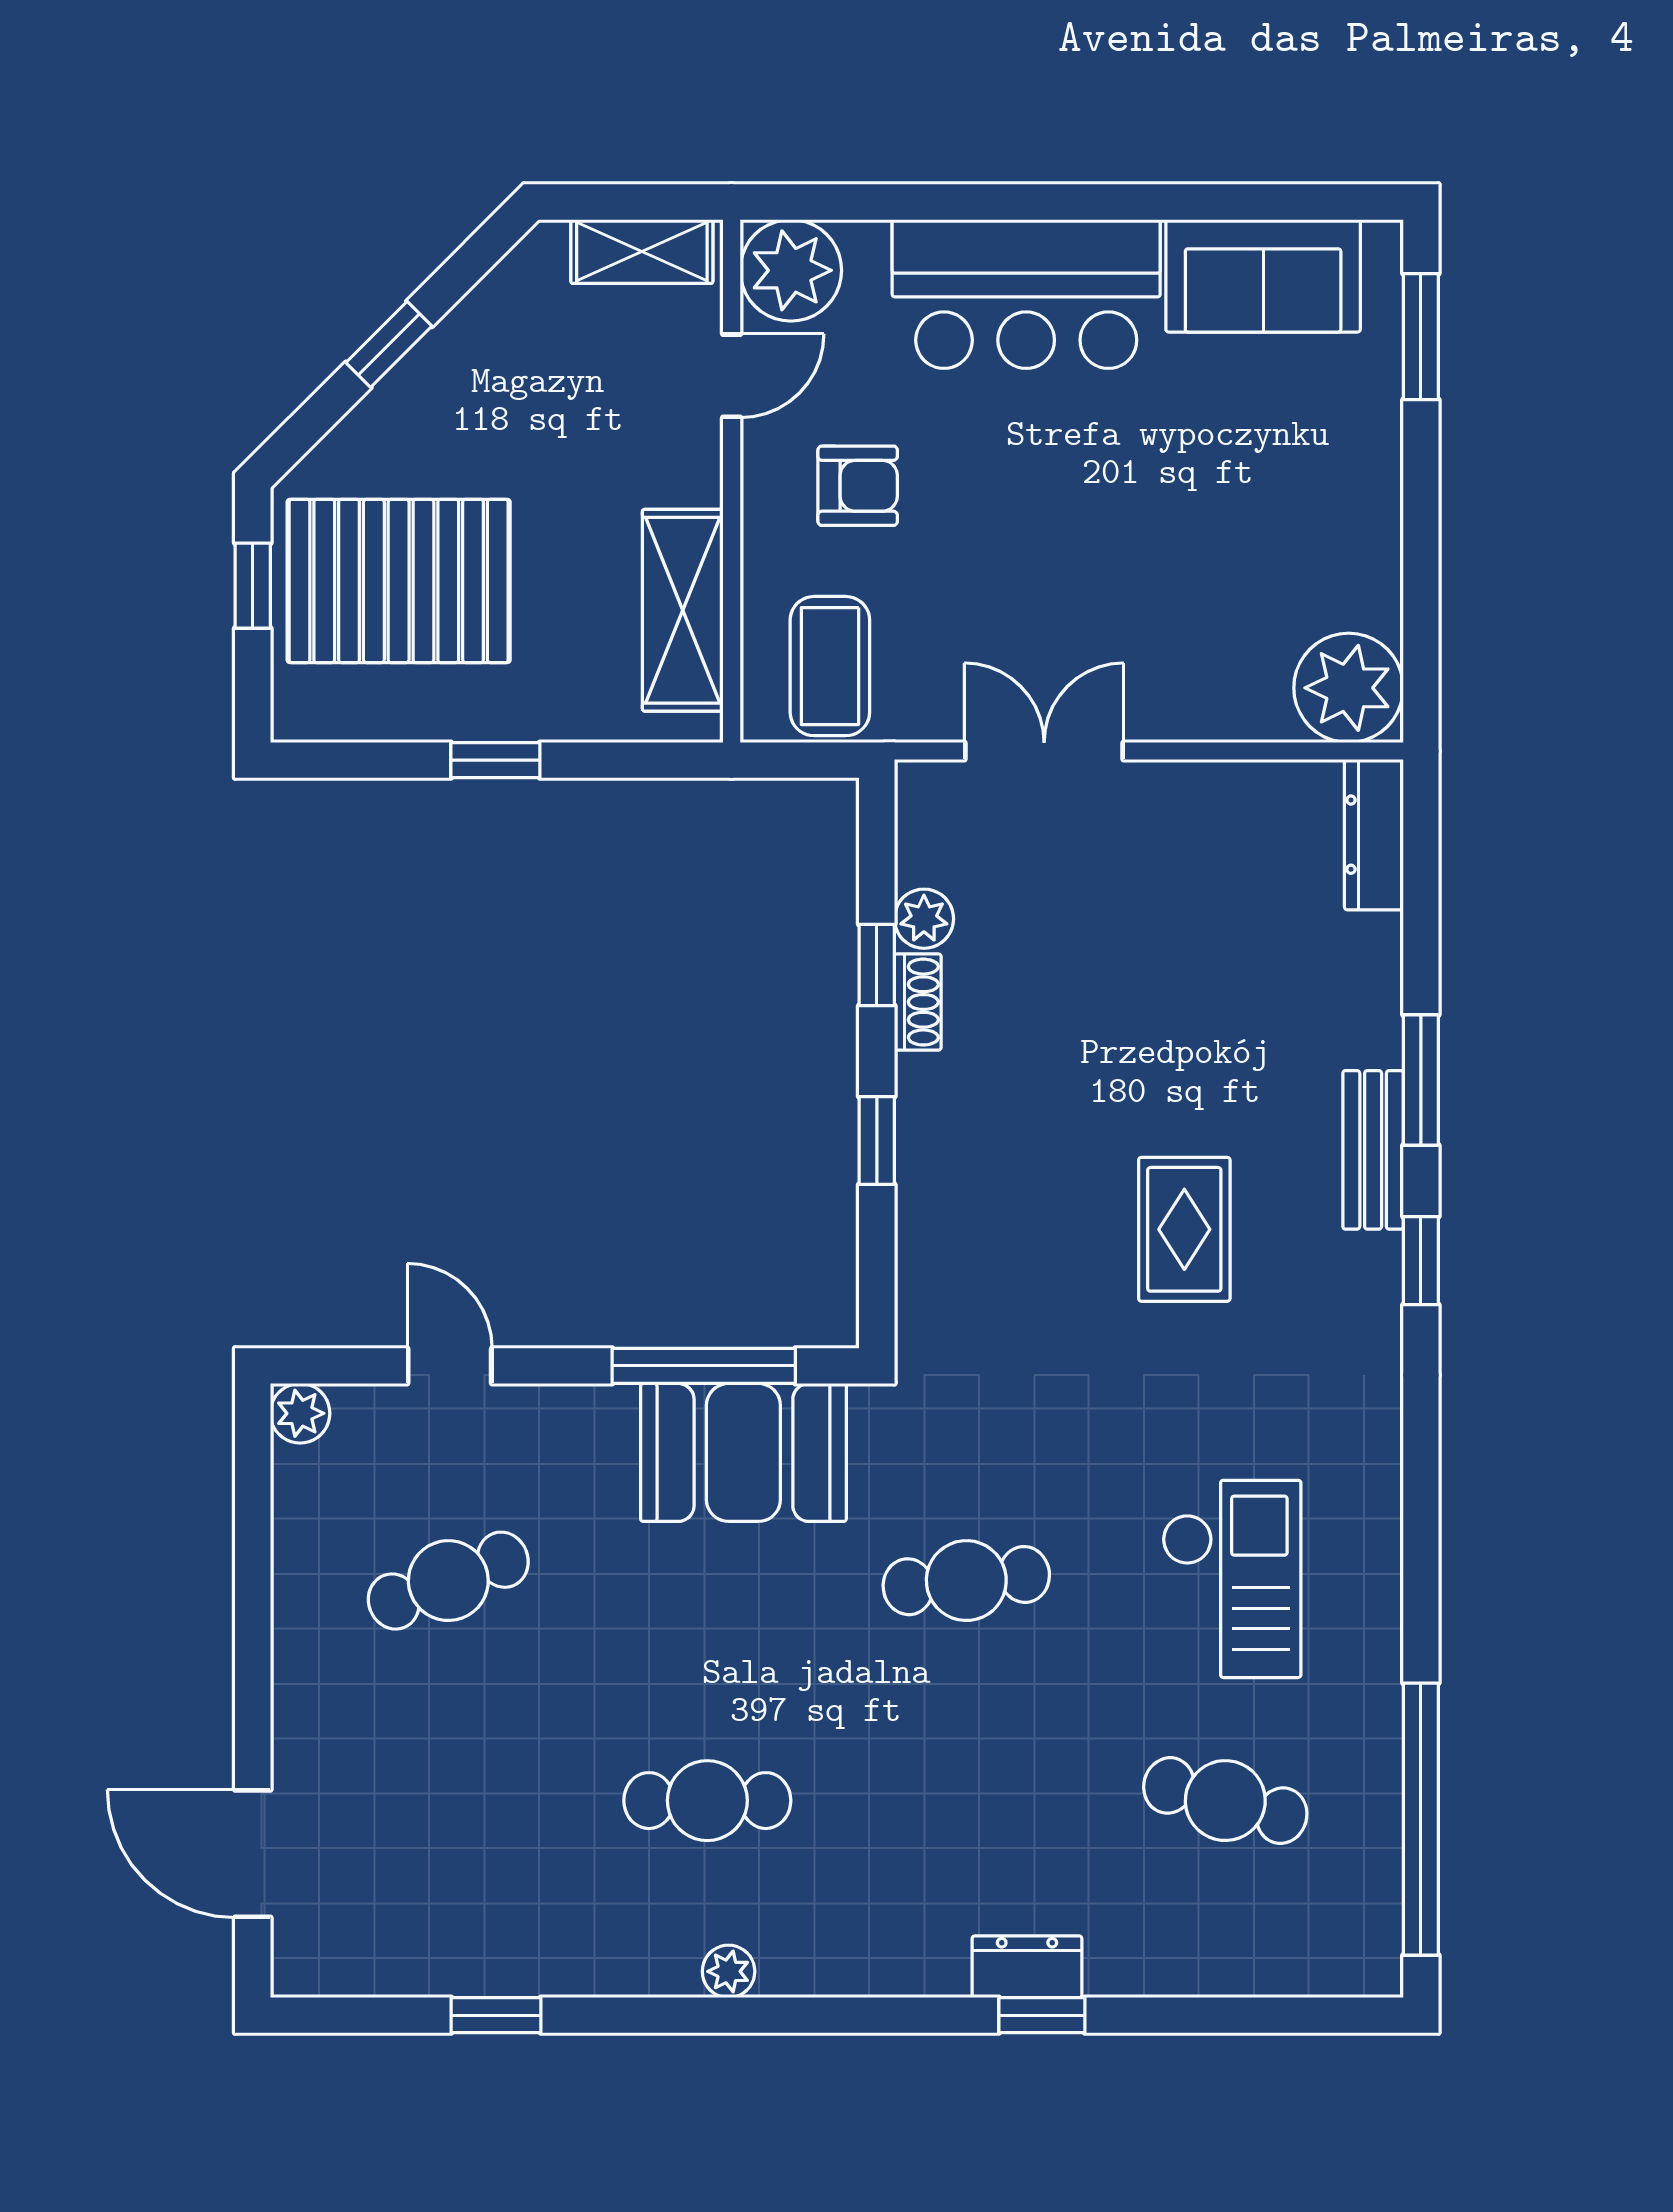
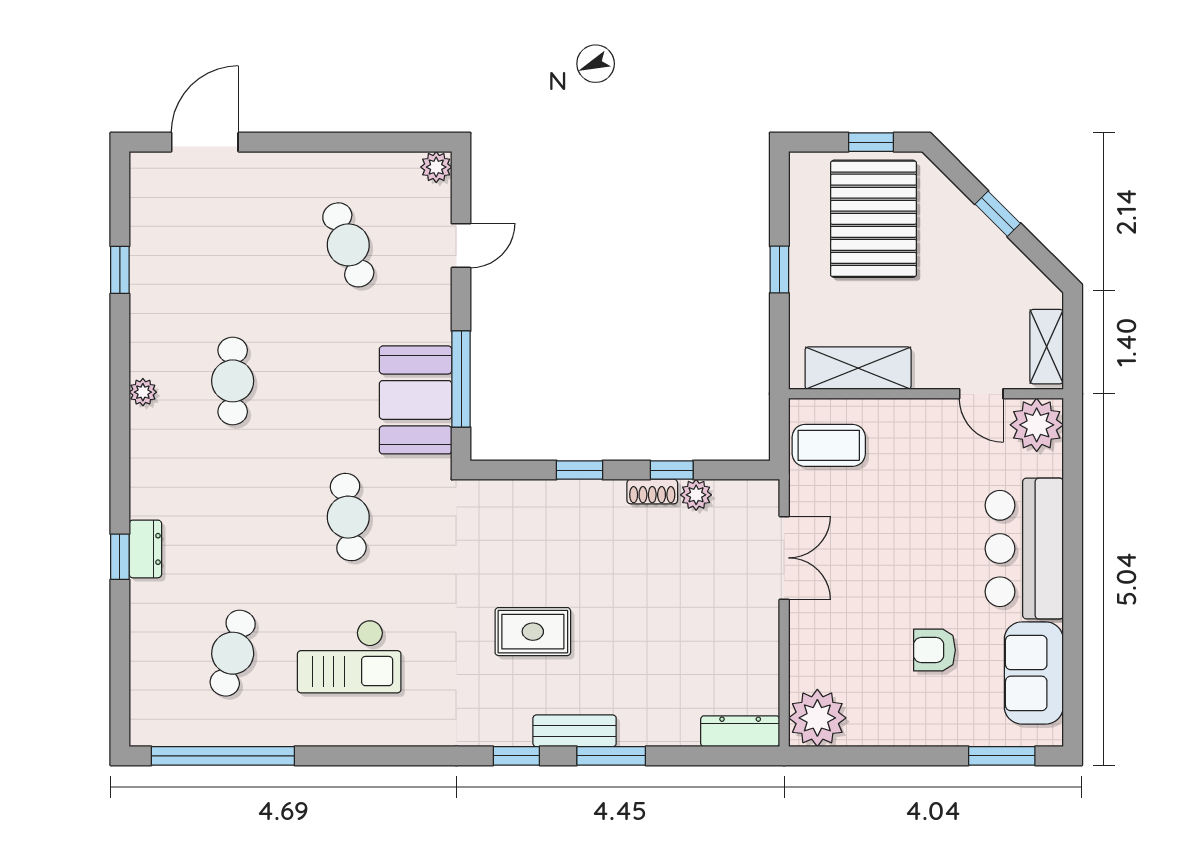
armchair: (858, 486) -> (934, 650), moved, turned 90

